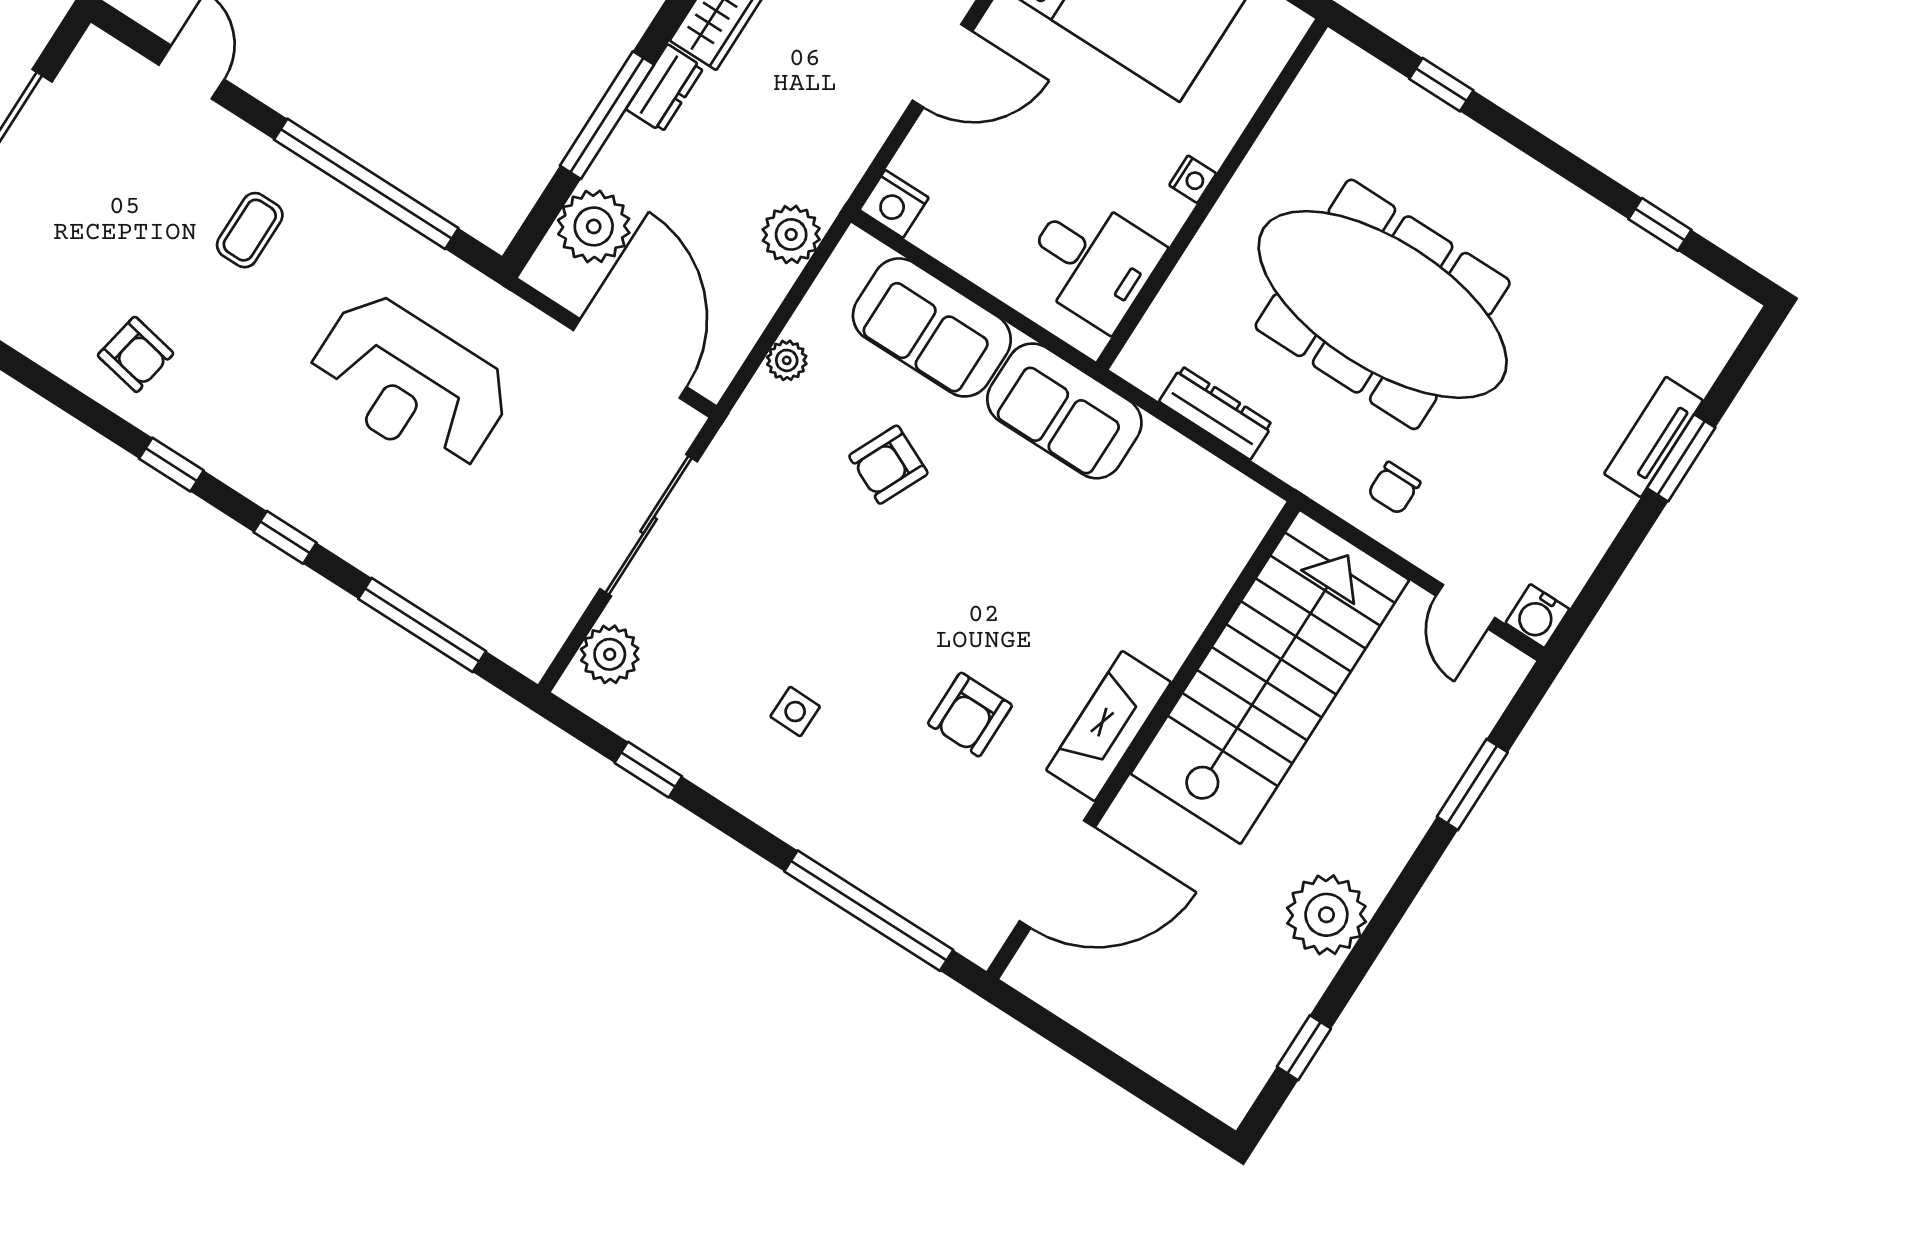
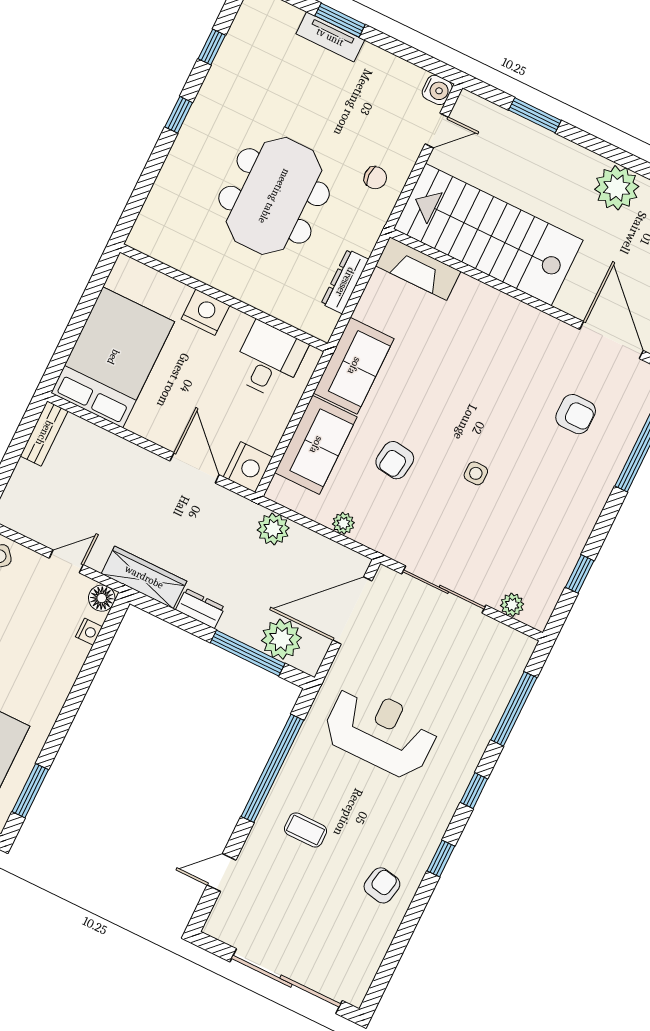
door: (942, 66) -> (195, 468), moved
window: (1441, 85) -> (179, 115), moved
window: (607, 115) -> (248, 653), moved
nightstand: (1193, 179) -> (205, 312), width x1.89, depth x1.79
nightstand: (894, 204) -> (248, 467), width x1.36, depth x1.33
meeting table: (1383, 304) -> (274, 196), width x0.73
reception desk: (410, 383) -> (380, 731), turned -90
armchair: (888, 465) -> (395, 460), turned 73
plant: (610, 654) -> (512, 605), width x0.73, depth x0.73
side table: (795, 712) -> (476, 473), moved
armchair: (970, 715) -> (576, 414), moved
fireplace: (1108, 726) -> (418, 269), moved

